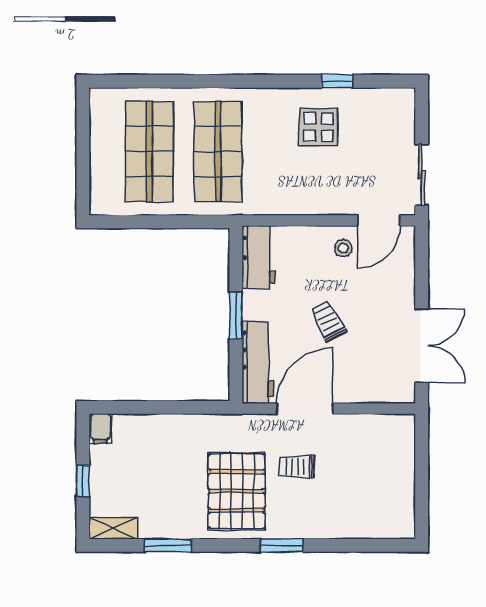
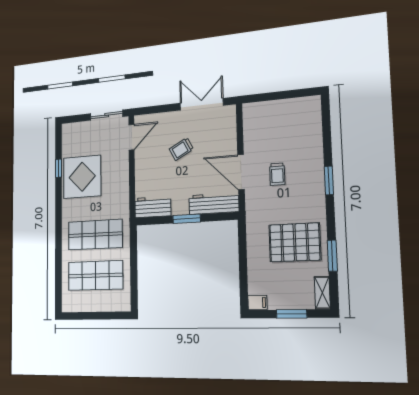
display table: (318, 127) -> (82, 177), width x1.86, depth x1.86
door: (379, 220) -> (132, 137), hinge flipped
stool: (343, 248) -> (147, 157), removed
trolley: (328, 321) -> (181, 149), moved
window: (83, 481) -> (292, 314), width x1.50
pallet: (237, 491) -> (295, 242), moved

